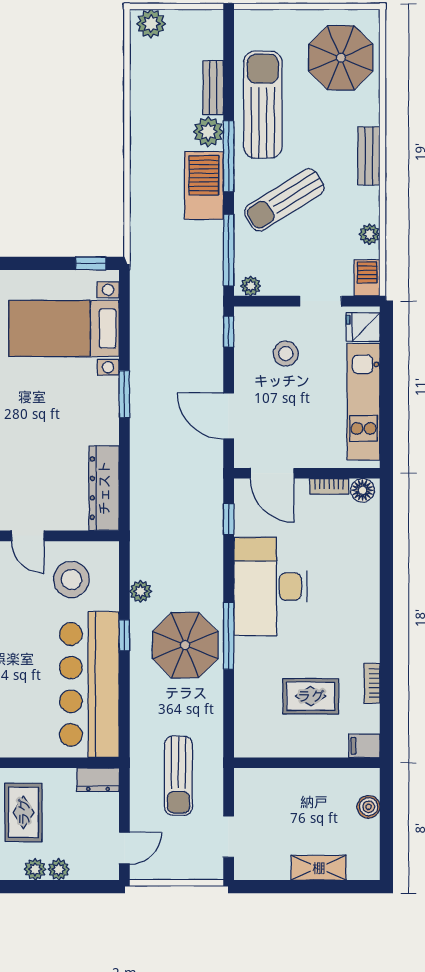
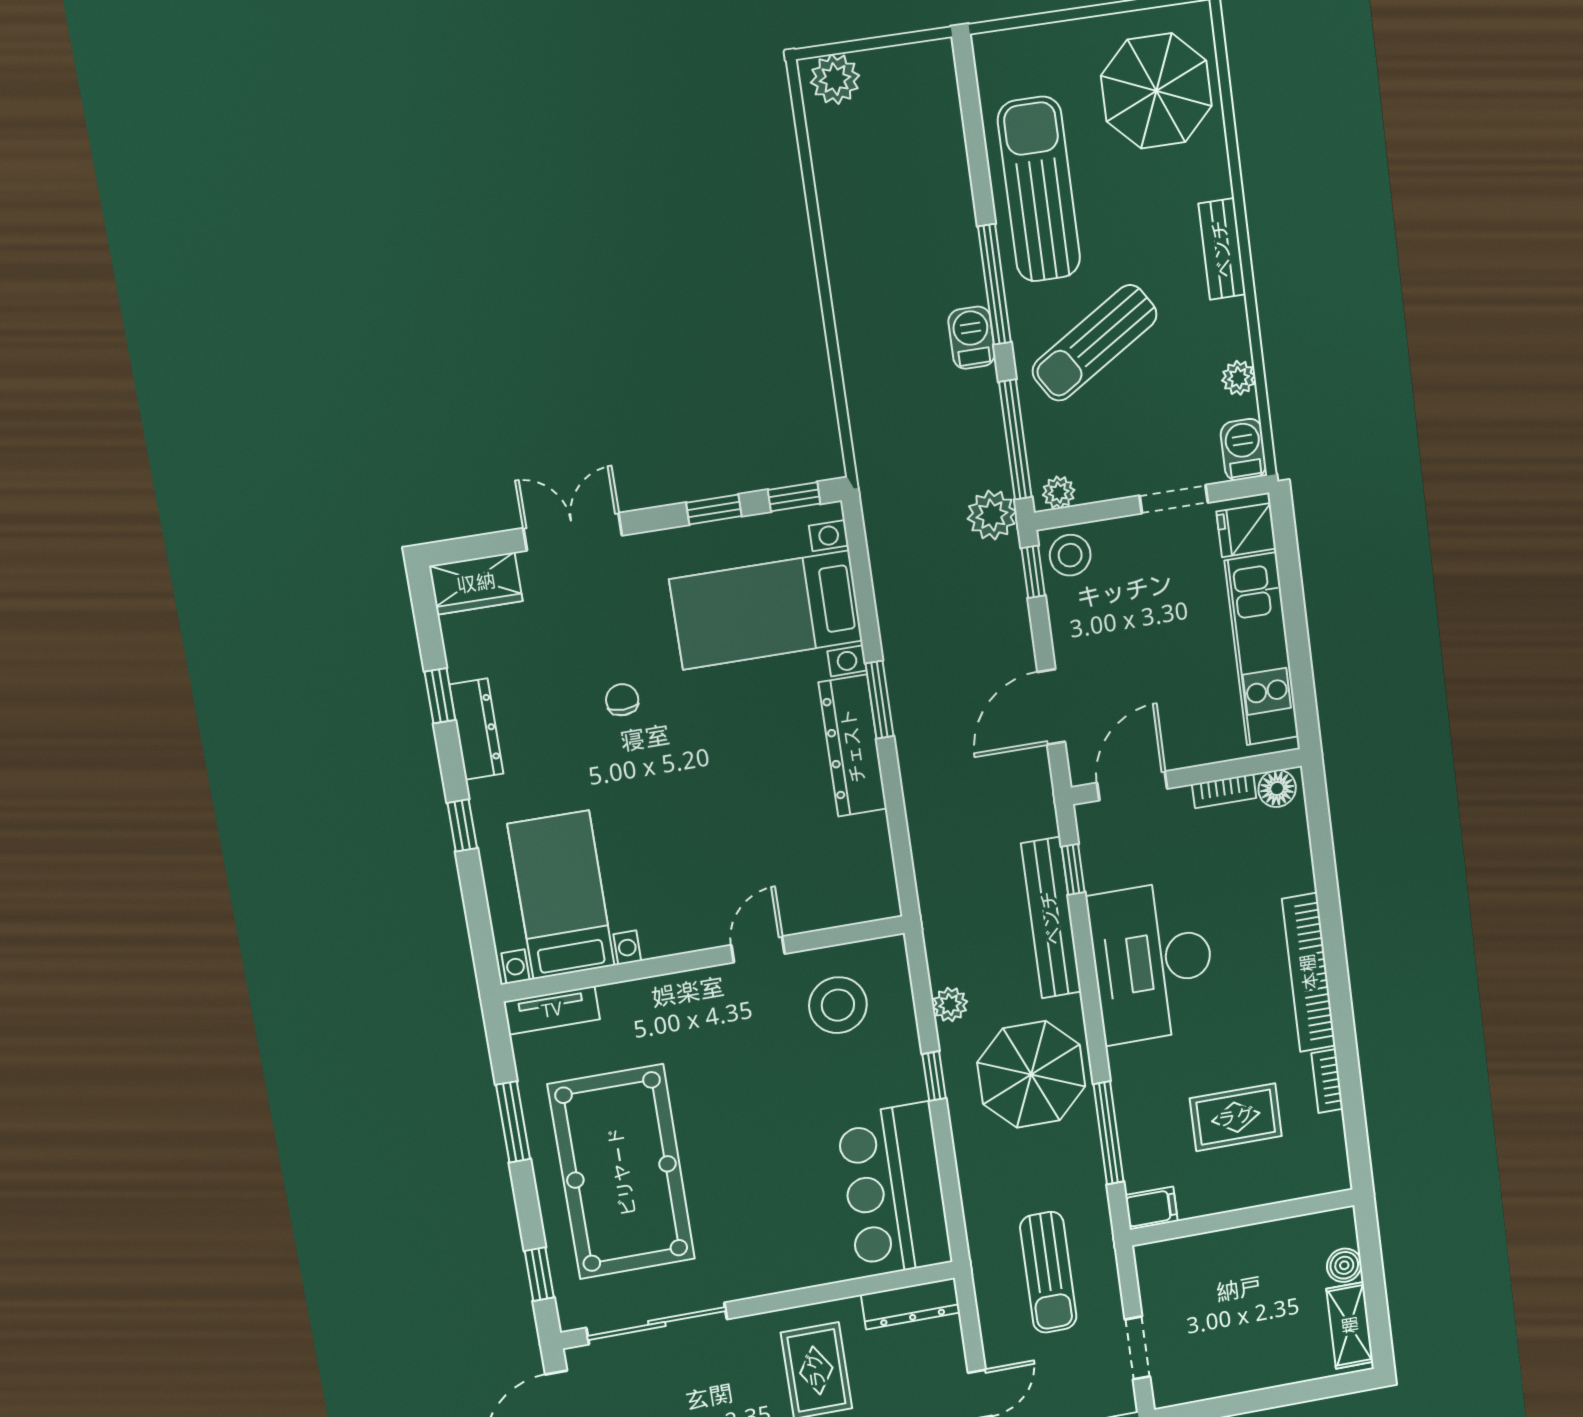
bench: (213, 87) -> (1051, 918), moved, width x1.86, depth x1.21
plant: (208, 132) -> (992, 515), moved
barbecue: (204, 186) -> (972, 338), width x0.53, depth x0.65
window: (42, 263) -> (714, 509), added
stool: (286, 354) -> (1070, 555), moved
door: (229, 416) -> (1051, 707), hinge flipped
door: (272, 473) -> (1132, 786), swing flipped
dresser: (104, 488) -> (853, 746), moved
door: (28, 536) -> (758, 949), swing flipped
bookcase: (368, 611) -> (1309, 972), added
window: (229, 636) -> (1109, 1133), moved
bar counter: (89, 684) -> (895, 1190), width x0.73
filing cabinet: (364, 746) -> (1151, 1208), moved, turned 180
dresser: (98, 780) -> (911, 1304), width x1.44
shelving: (319, 868) -> (1350, 1325), moved, turned 90

